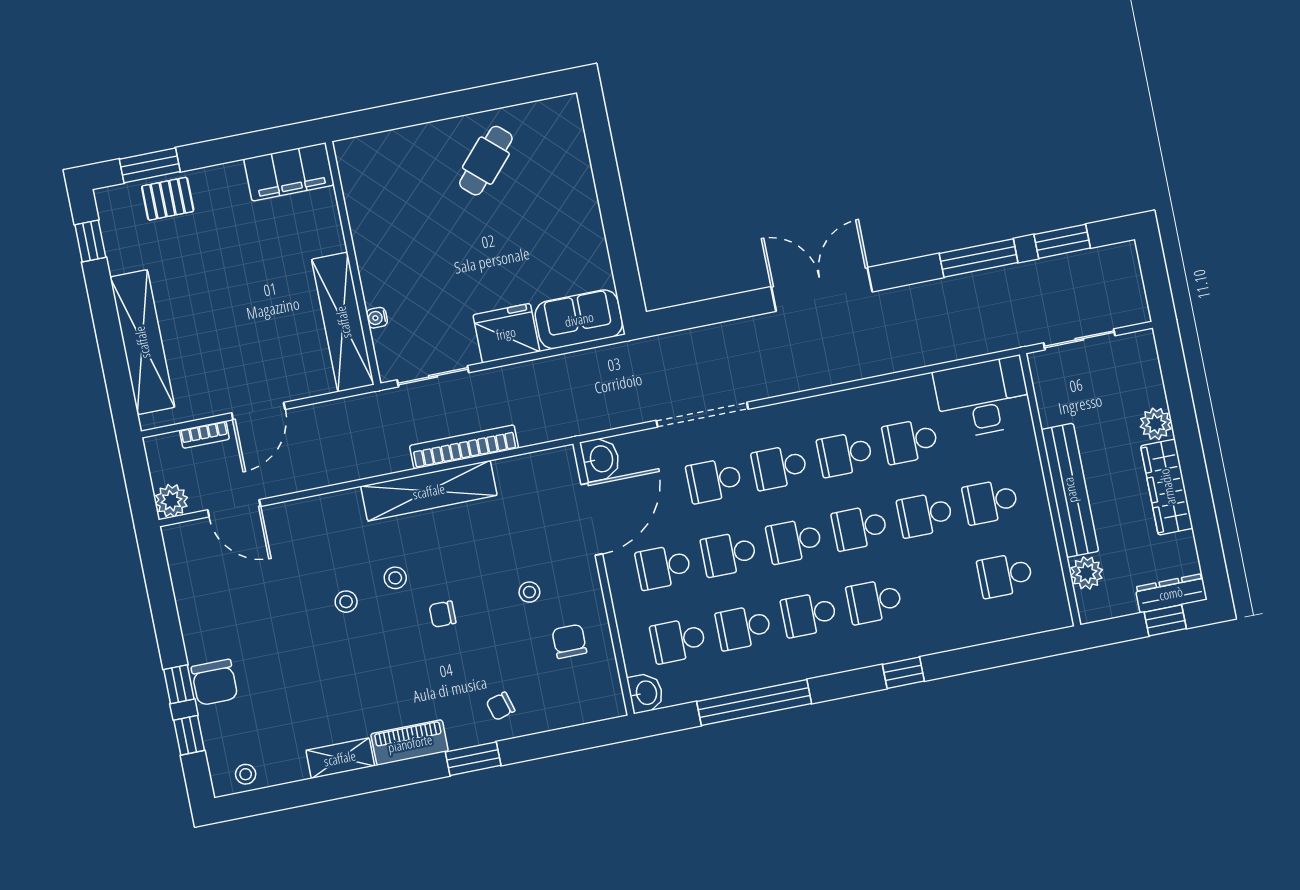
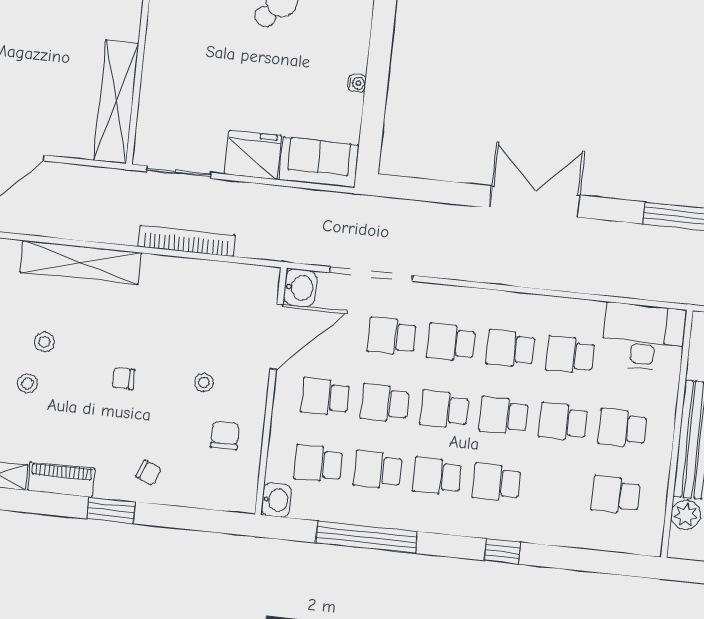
water cooler: (377, 318) -> (357, 83), moved, turned 180
doorway: (702, 415) -> (371, 274), moved
shelving: (429, 491) -> (81, 262), moved
stool: (395, 578) -> (27, 383), moved
chair: (500, 706) -> (149, 473), turned -141

